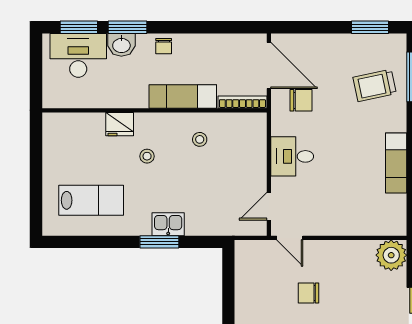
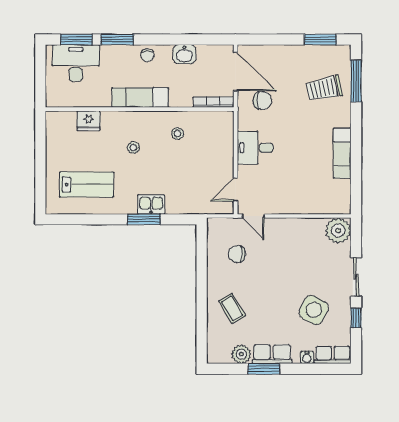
washbasin: (121, 45) -> (184, 54), moved
exam couch: (183, 96) -> (140, 97), moved
fridge: (120, 124) -> (89, 121), moved
chair: (309, 293) -> (237, 254), moved

